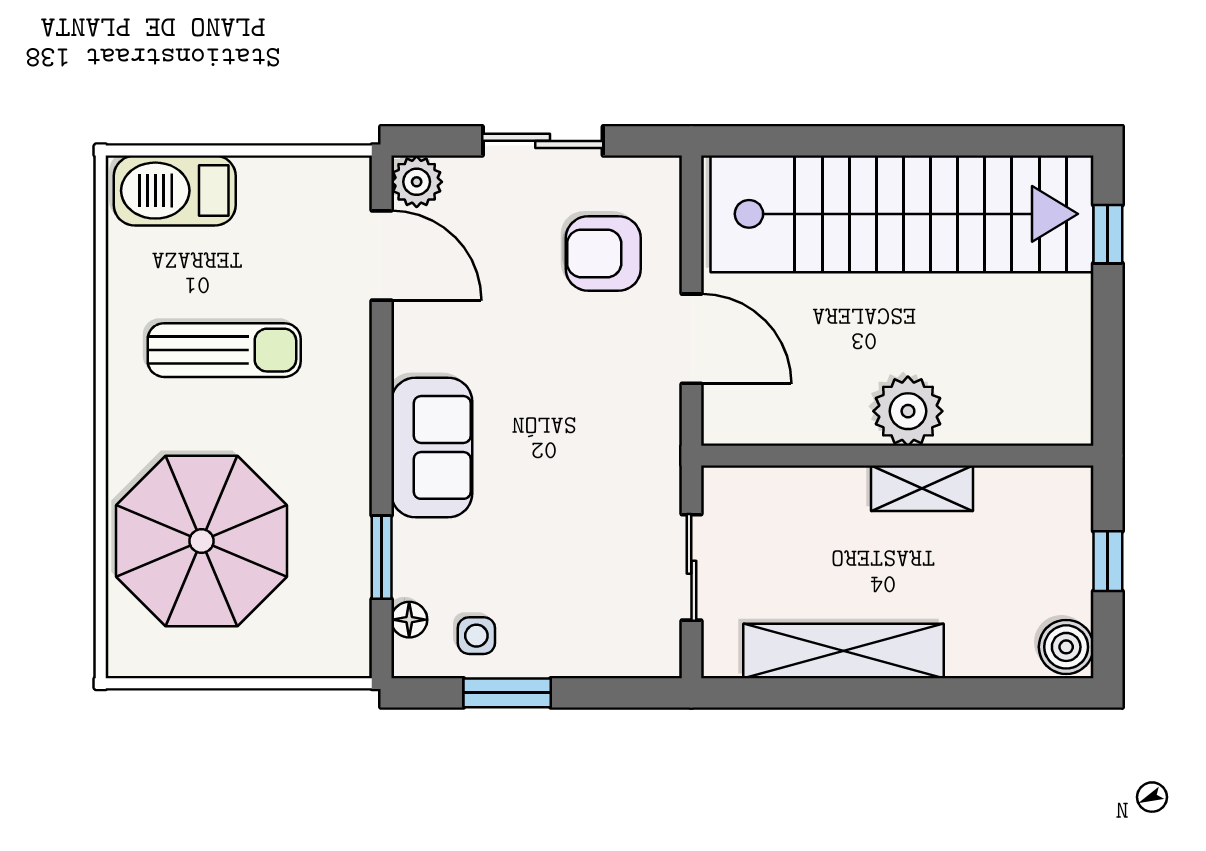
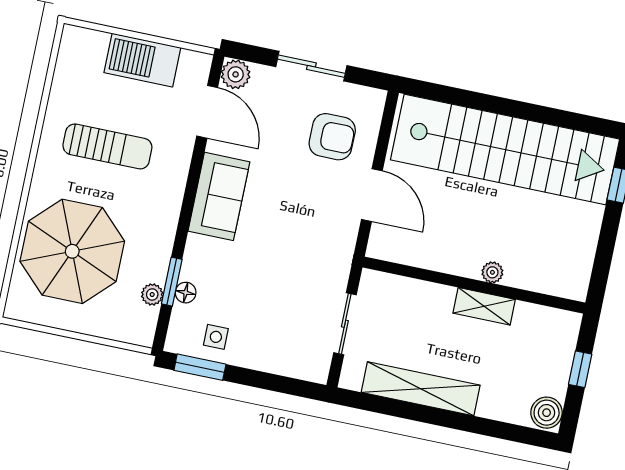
barbecue: (175, 191) -> (142, 60), moved
armchair: (603, 253) -> (332, 137), turned 180
plant: (908, 411) -> (492, 272), width x0.53, depth x0.53
sofa: (432, 447) -> (219, 196), moved
plant: (353, 586) -> (152, 294), added
floor lamp: (409, 620) -> (186, 293), moved
window: (507, 693) -> (200, 367), moved

